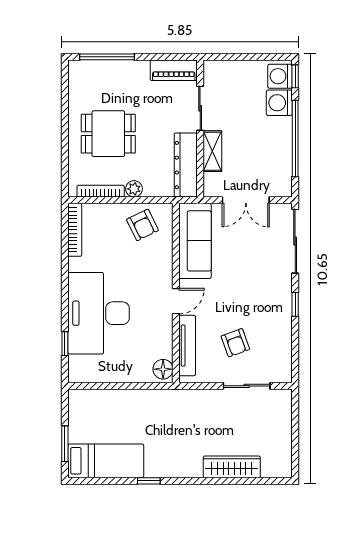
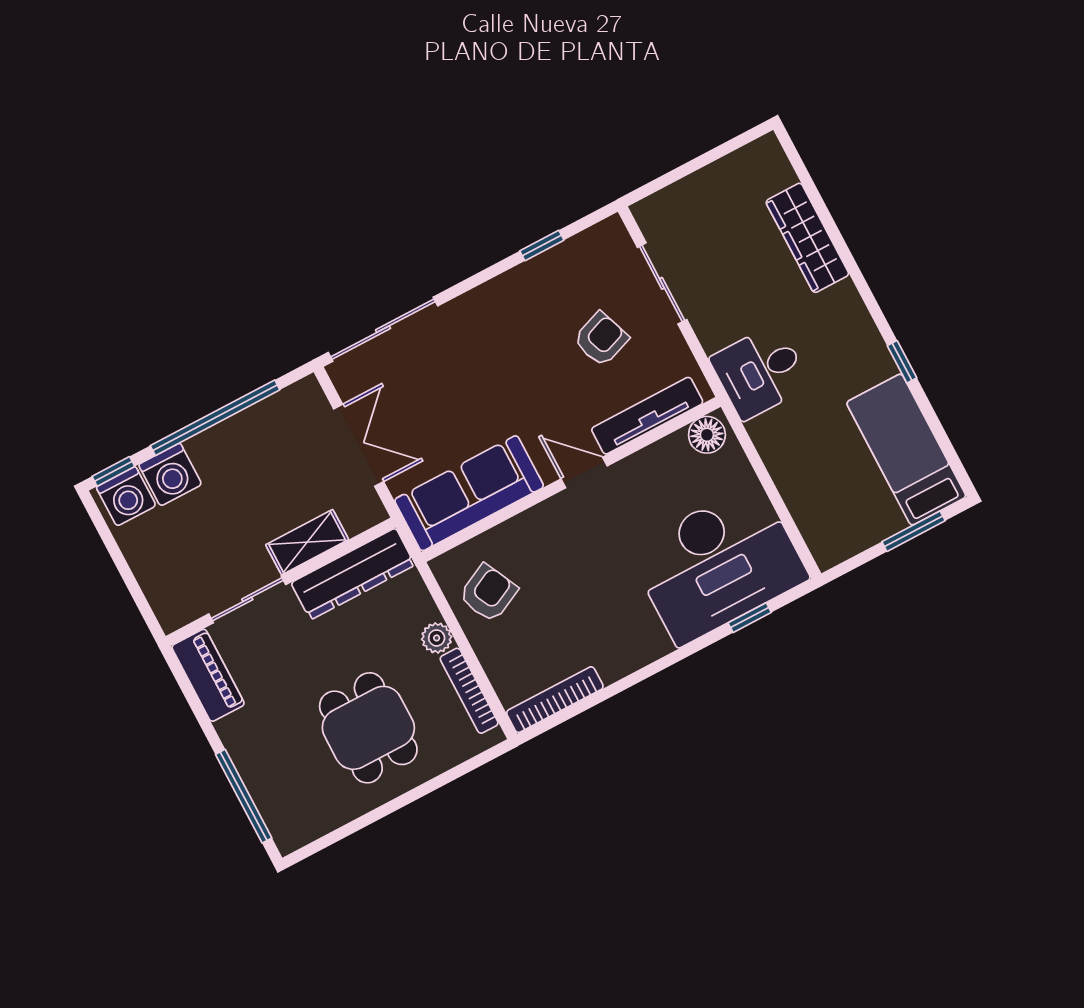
window: (295, 304) -> (542, 245), moved
desk: (99, 313) -> (718, 564), moved
desk: (180, 410) -> (760, 372), added

